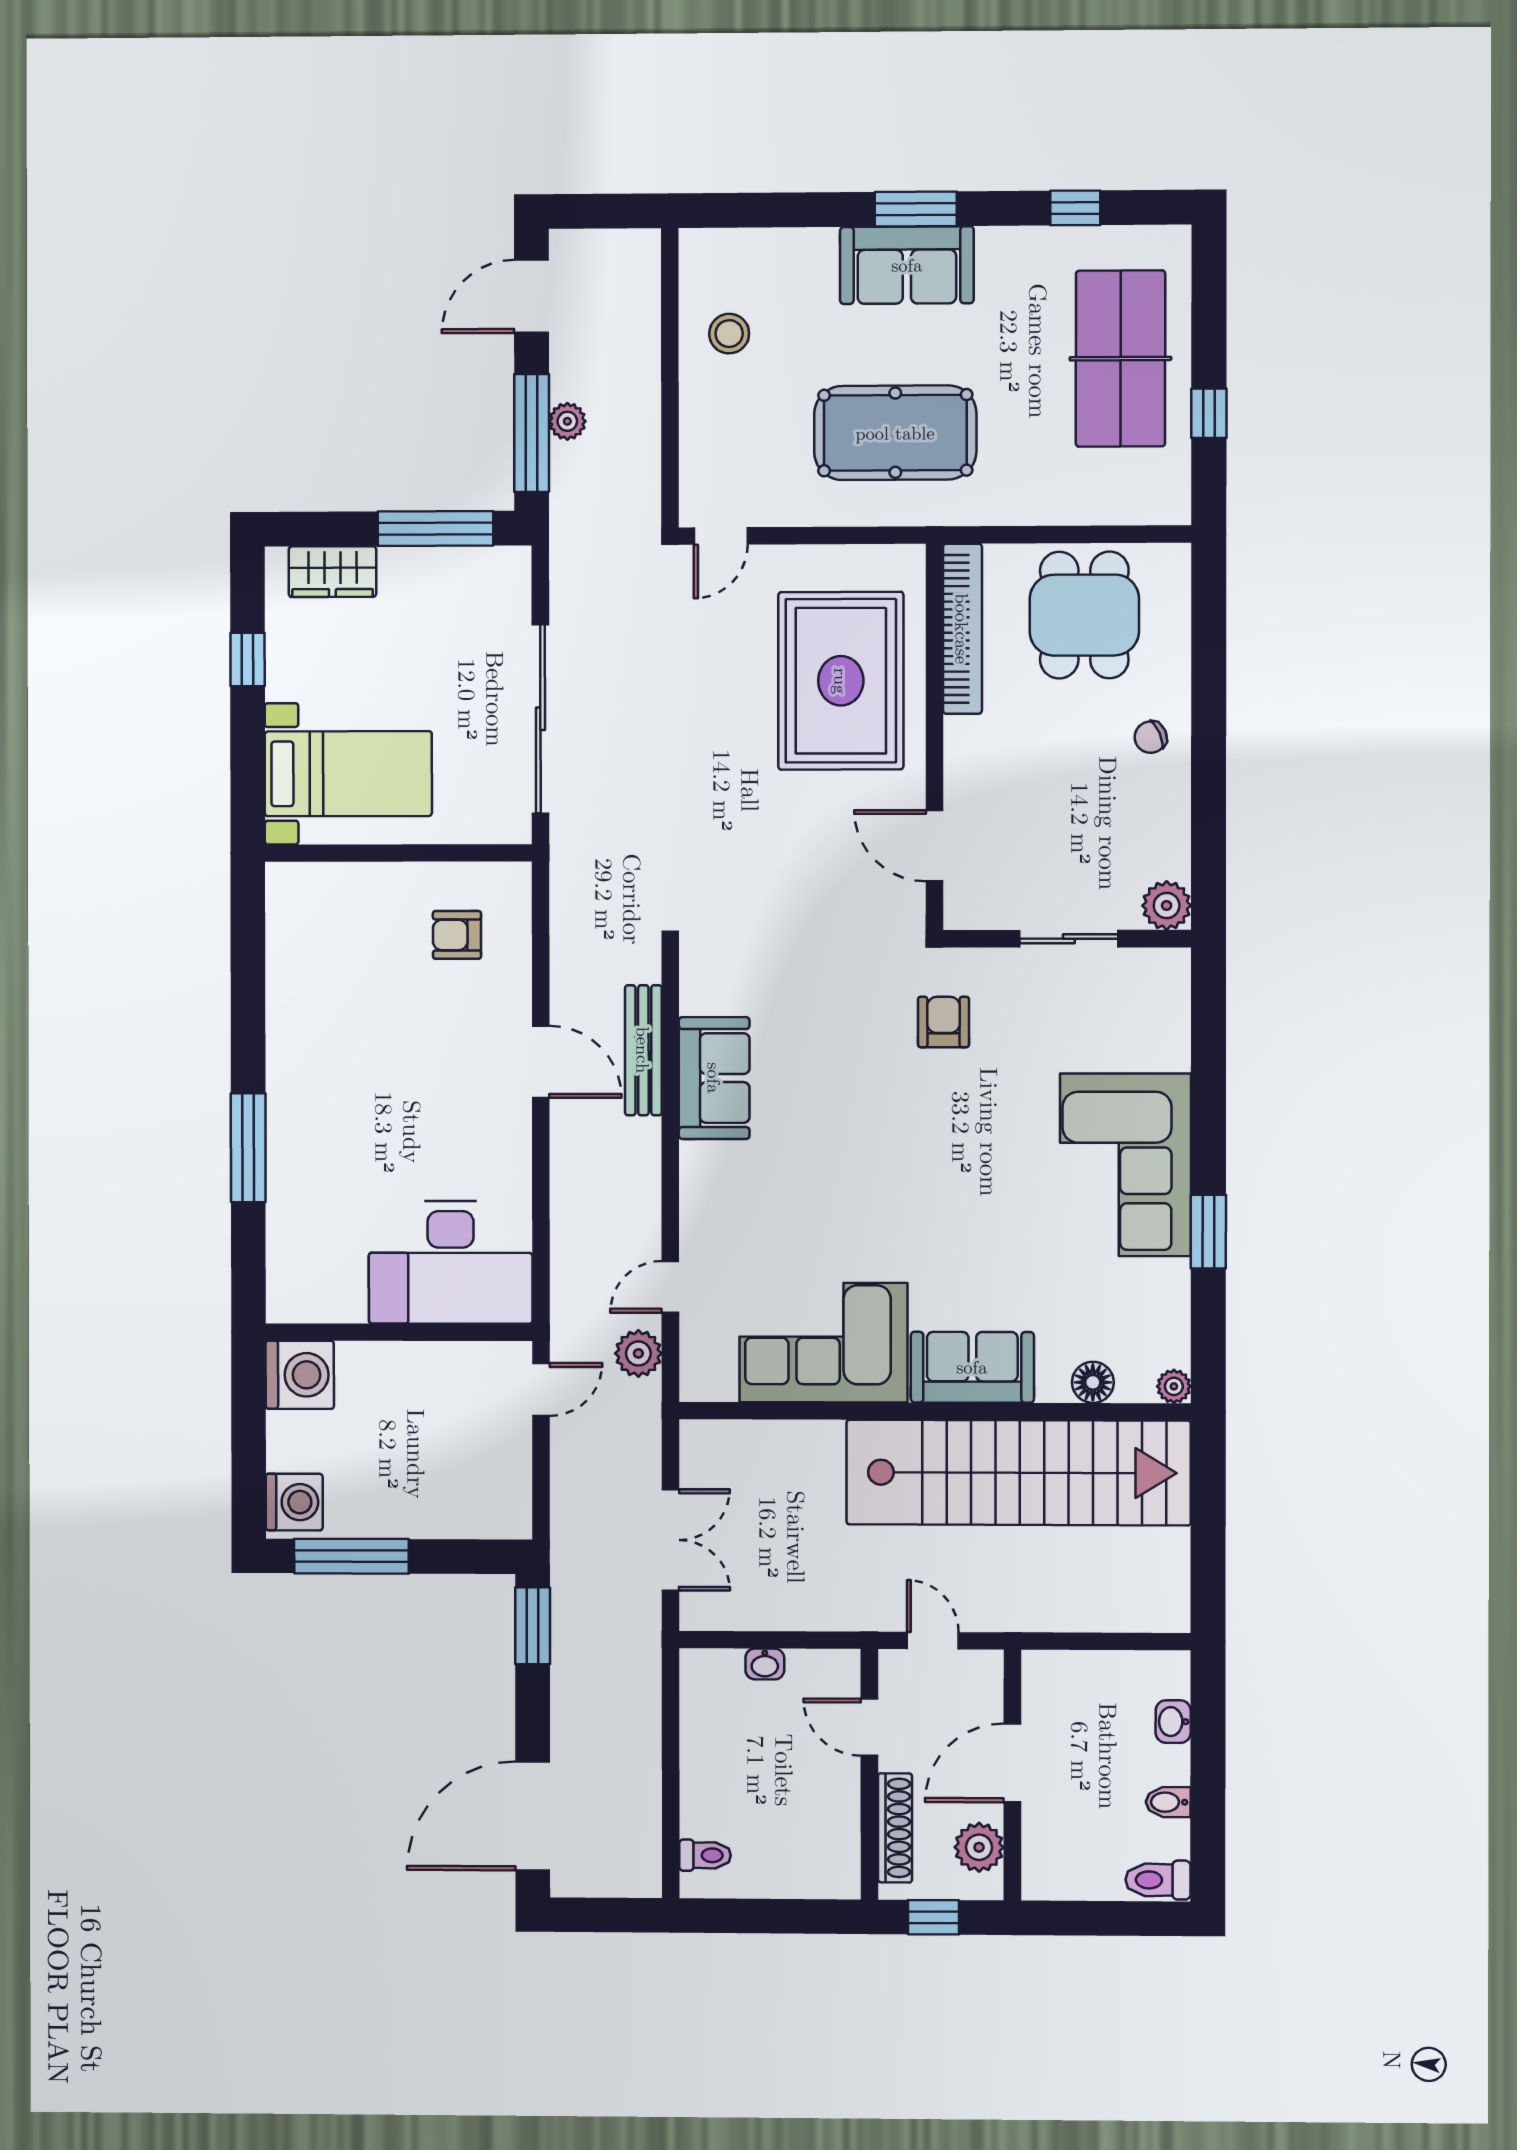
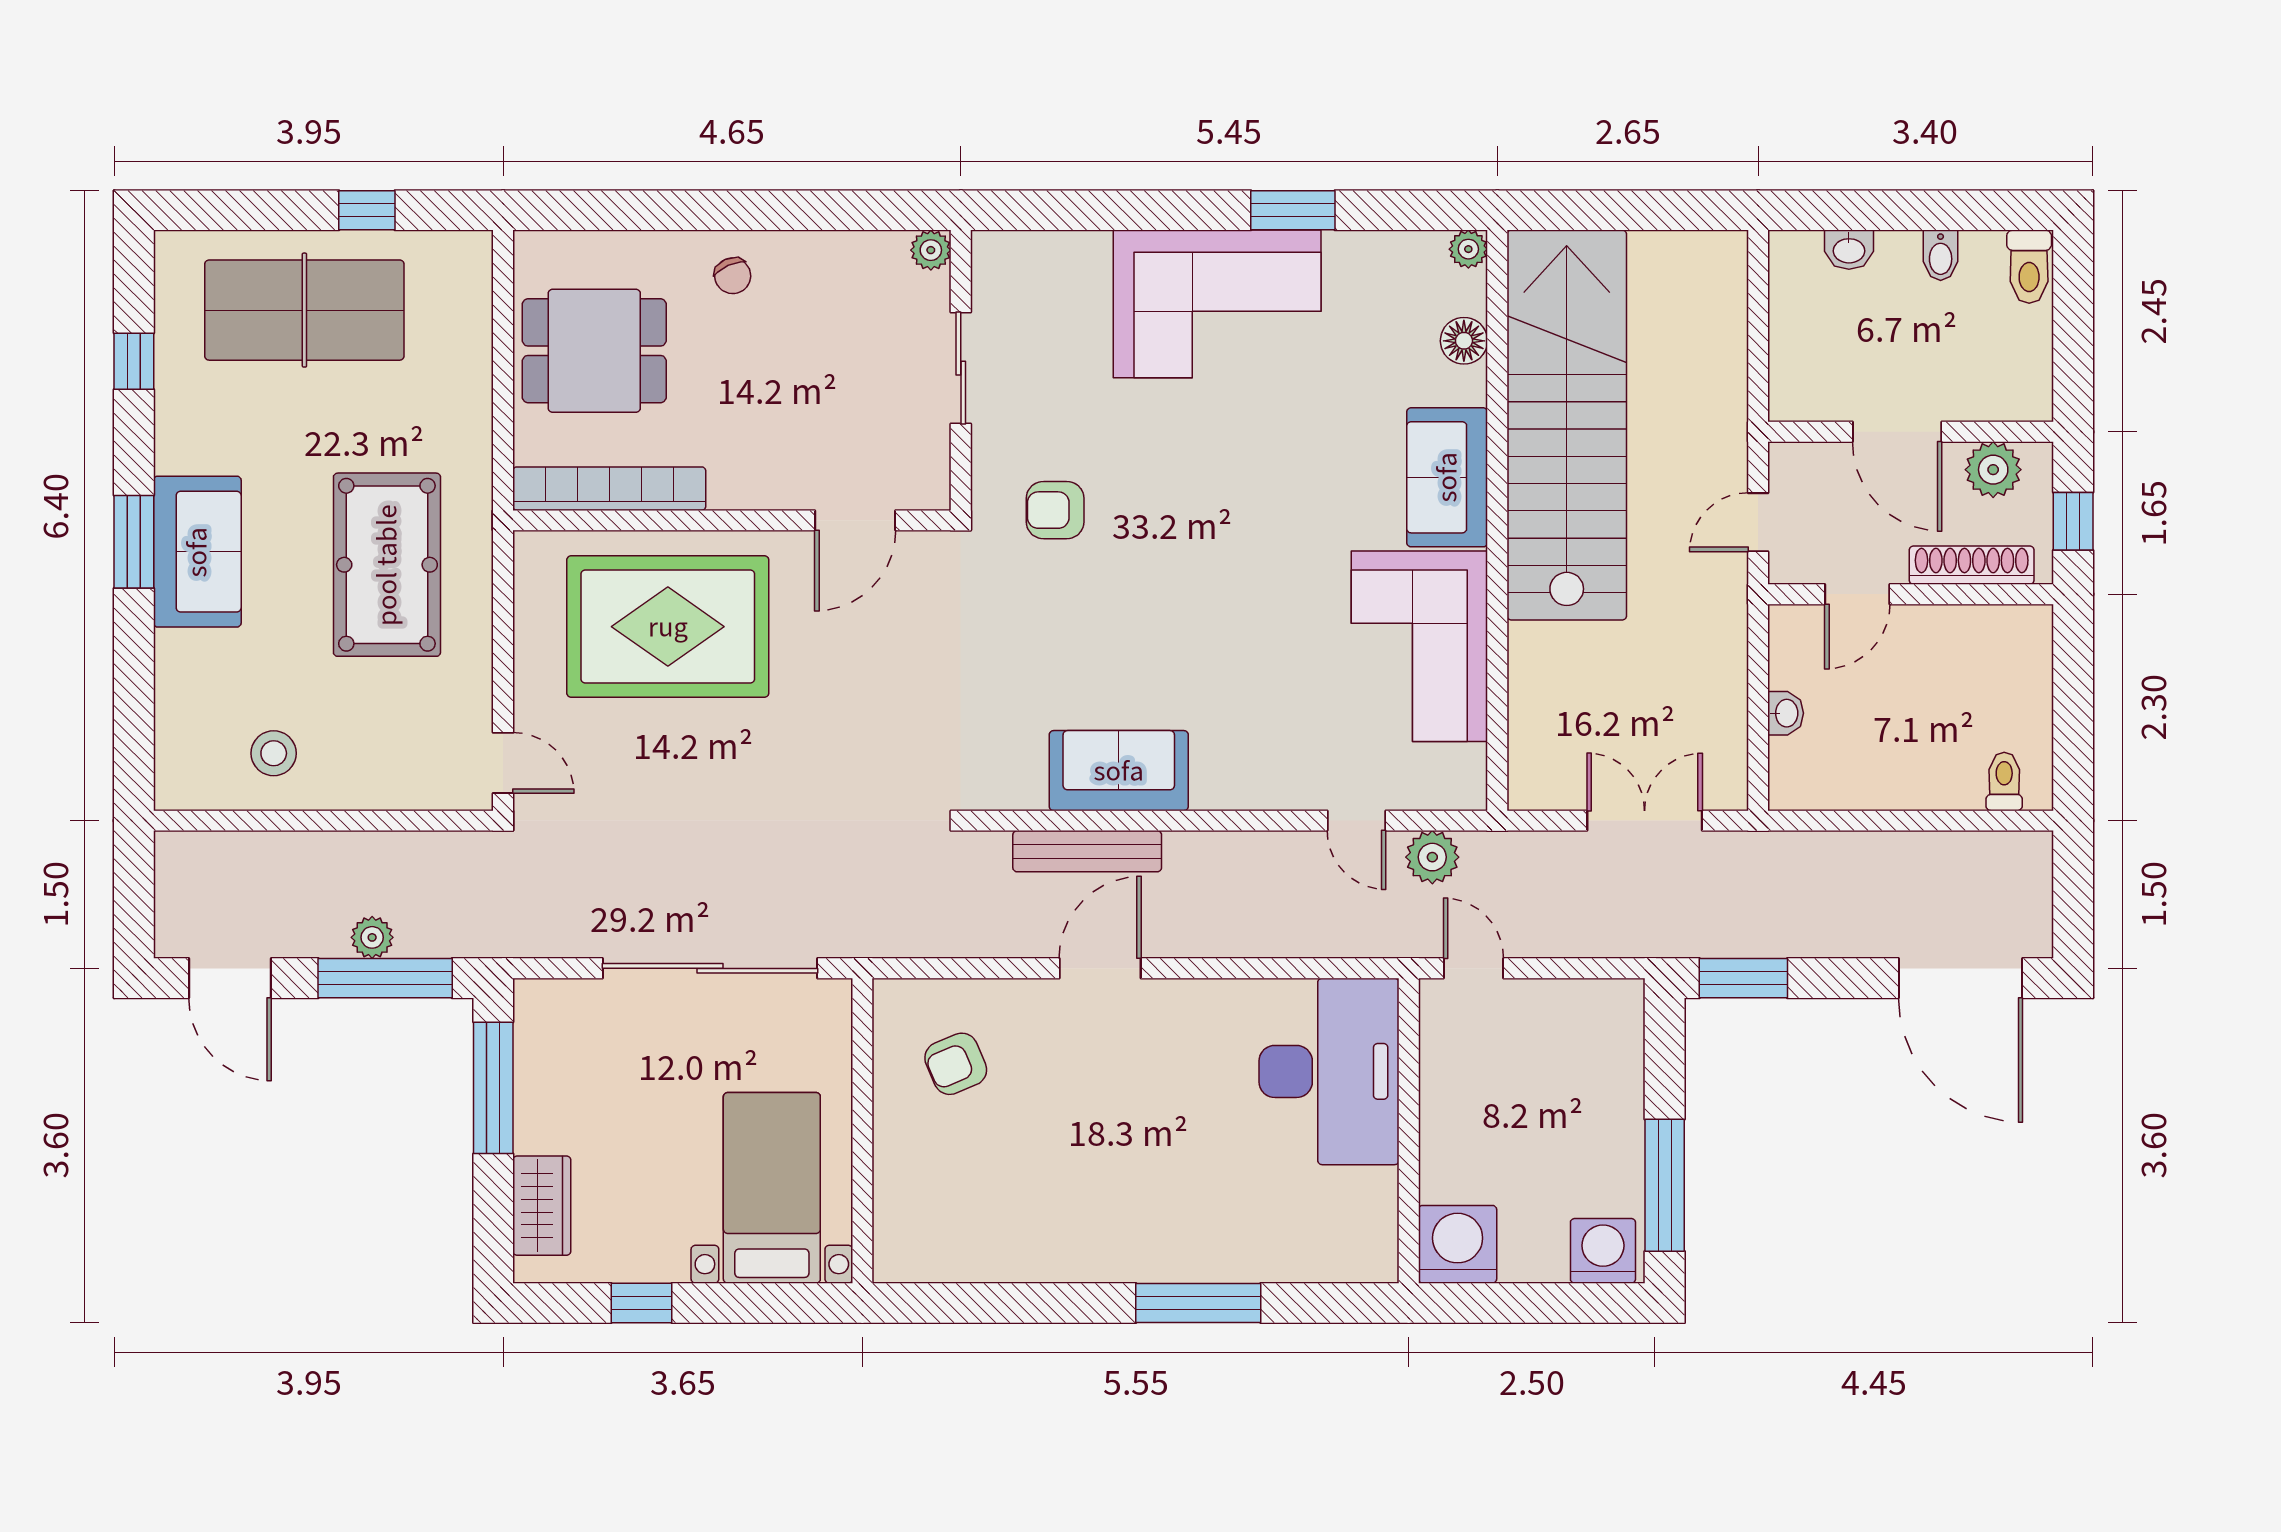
plant: (1167, 905) -> (931, 250), width x0.73, depth x0.73
armchair: (457, 935) -> (956, 1064), turned 67

